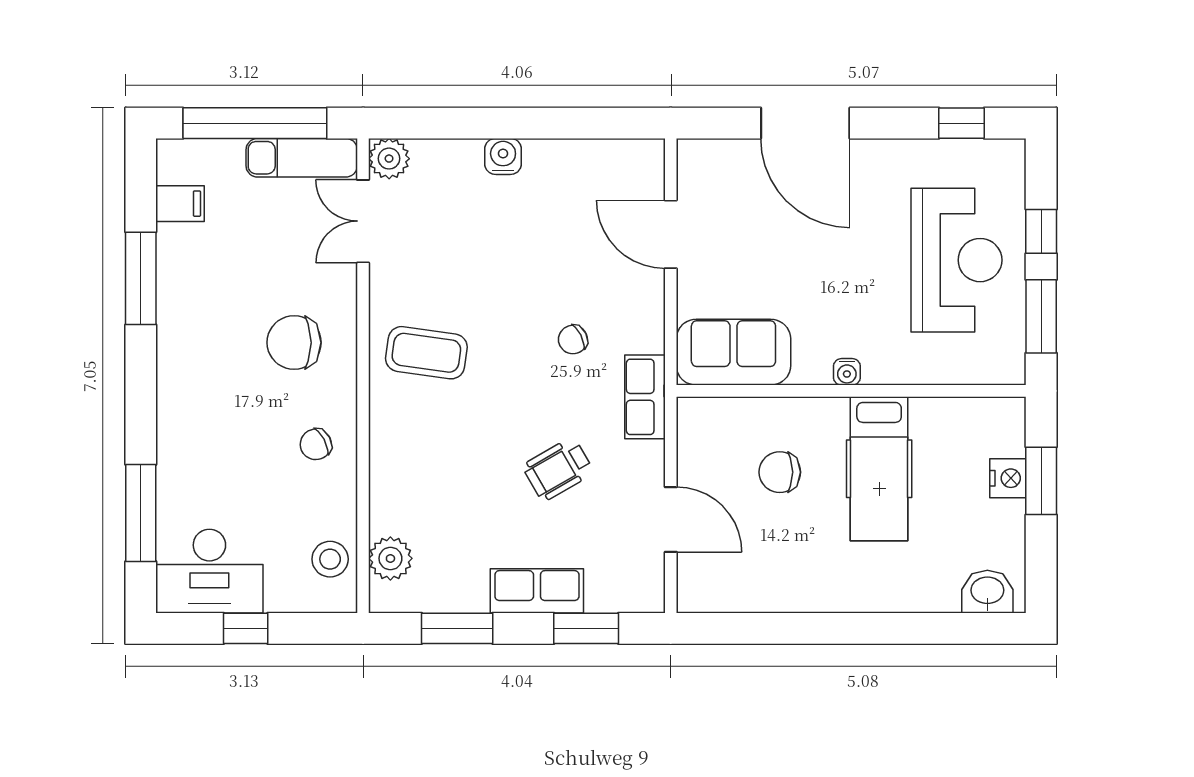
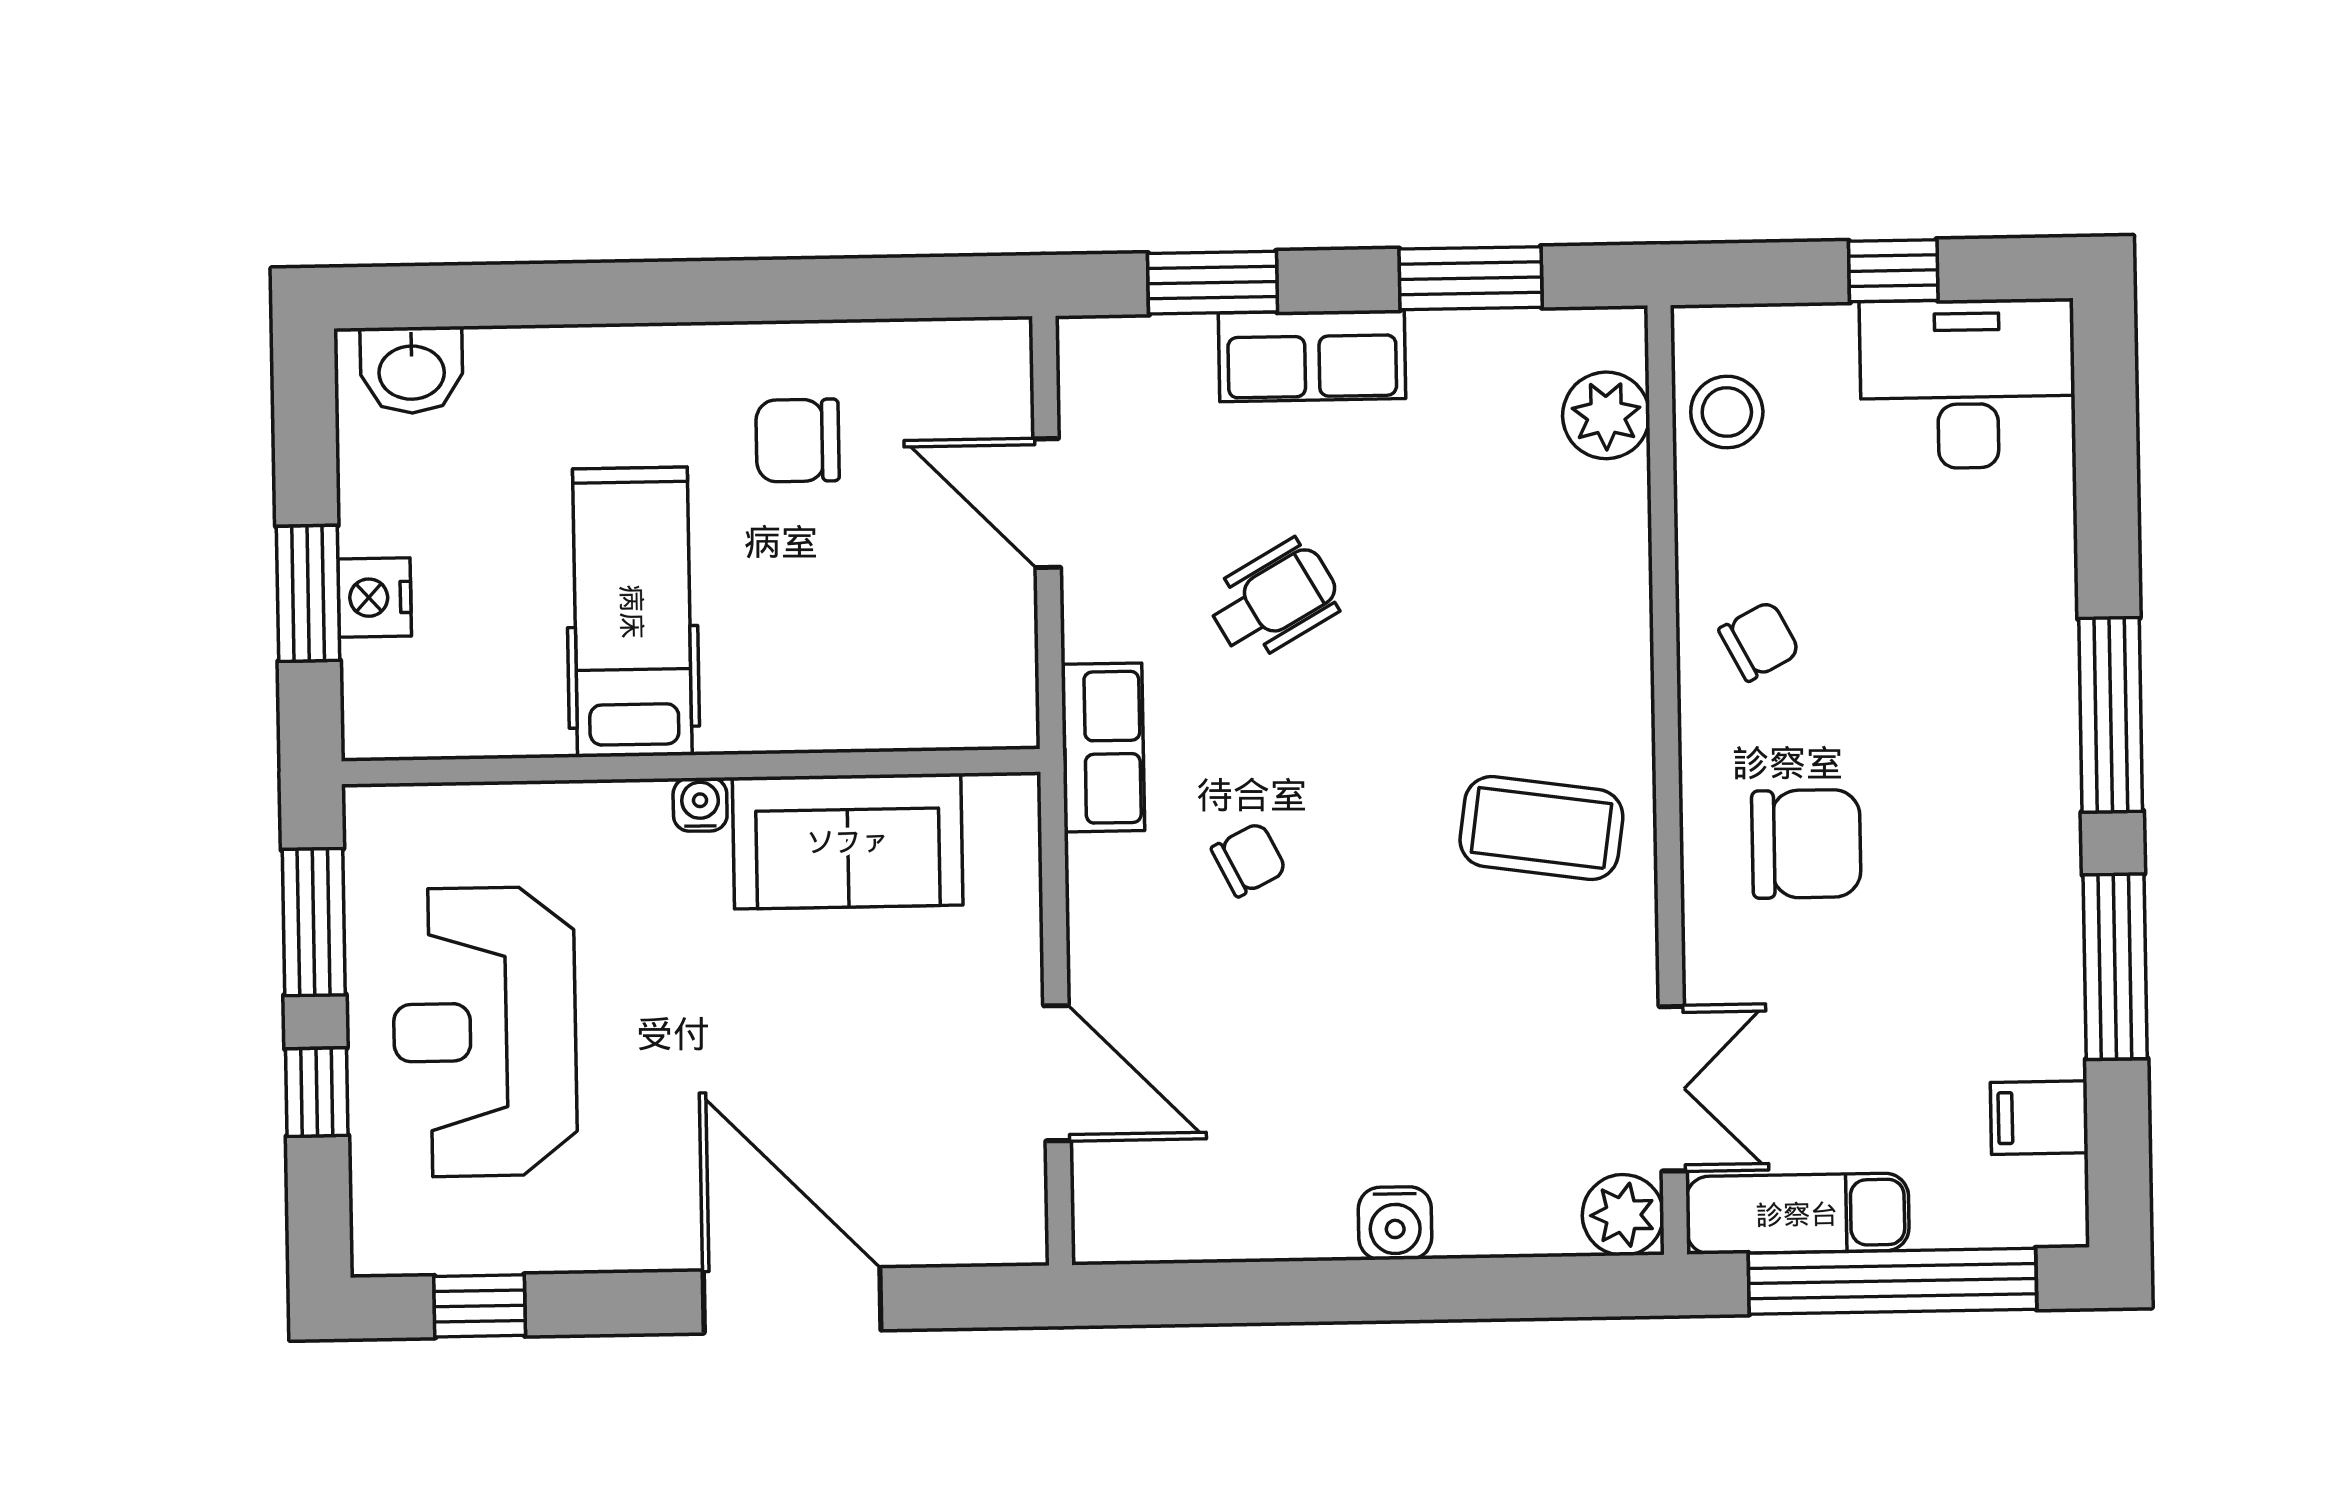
sofa: (733, 352) -> (848, 841), moved
chair: (780, 472) -> (798, 441), moved, turned 180
window: (141, 513) -> (2111, 715), moved

